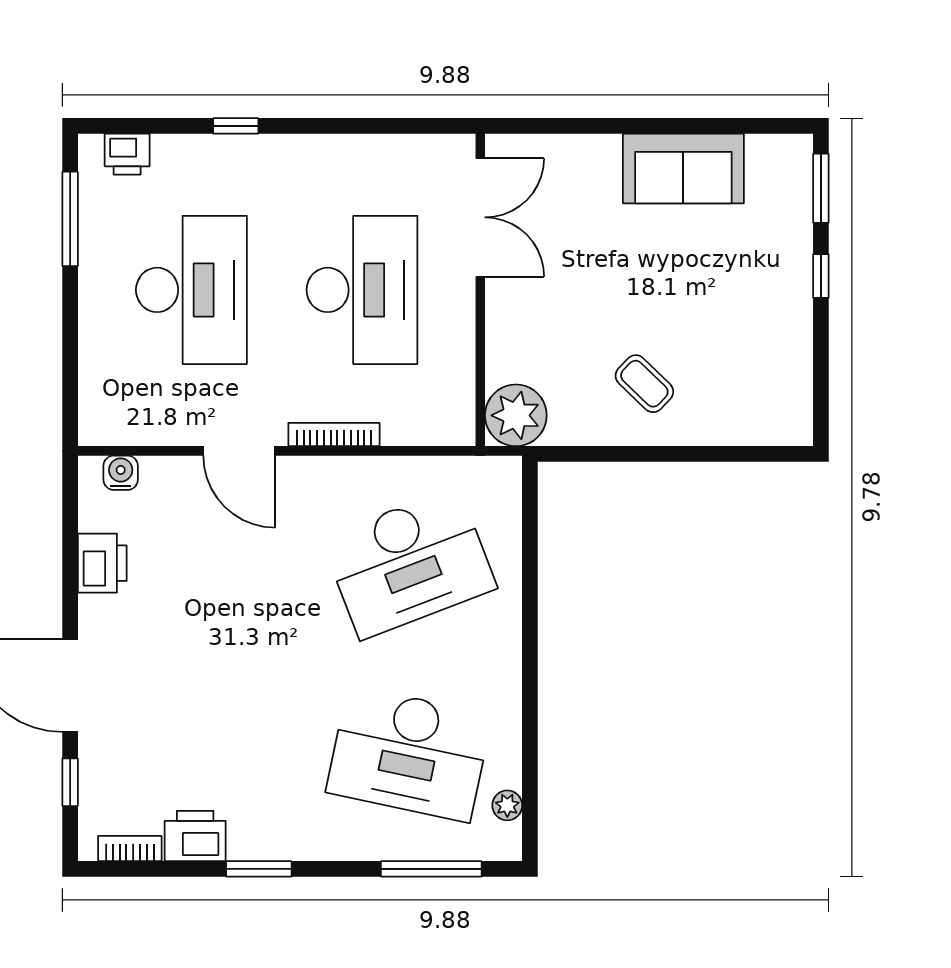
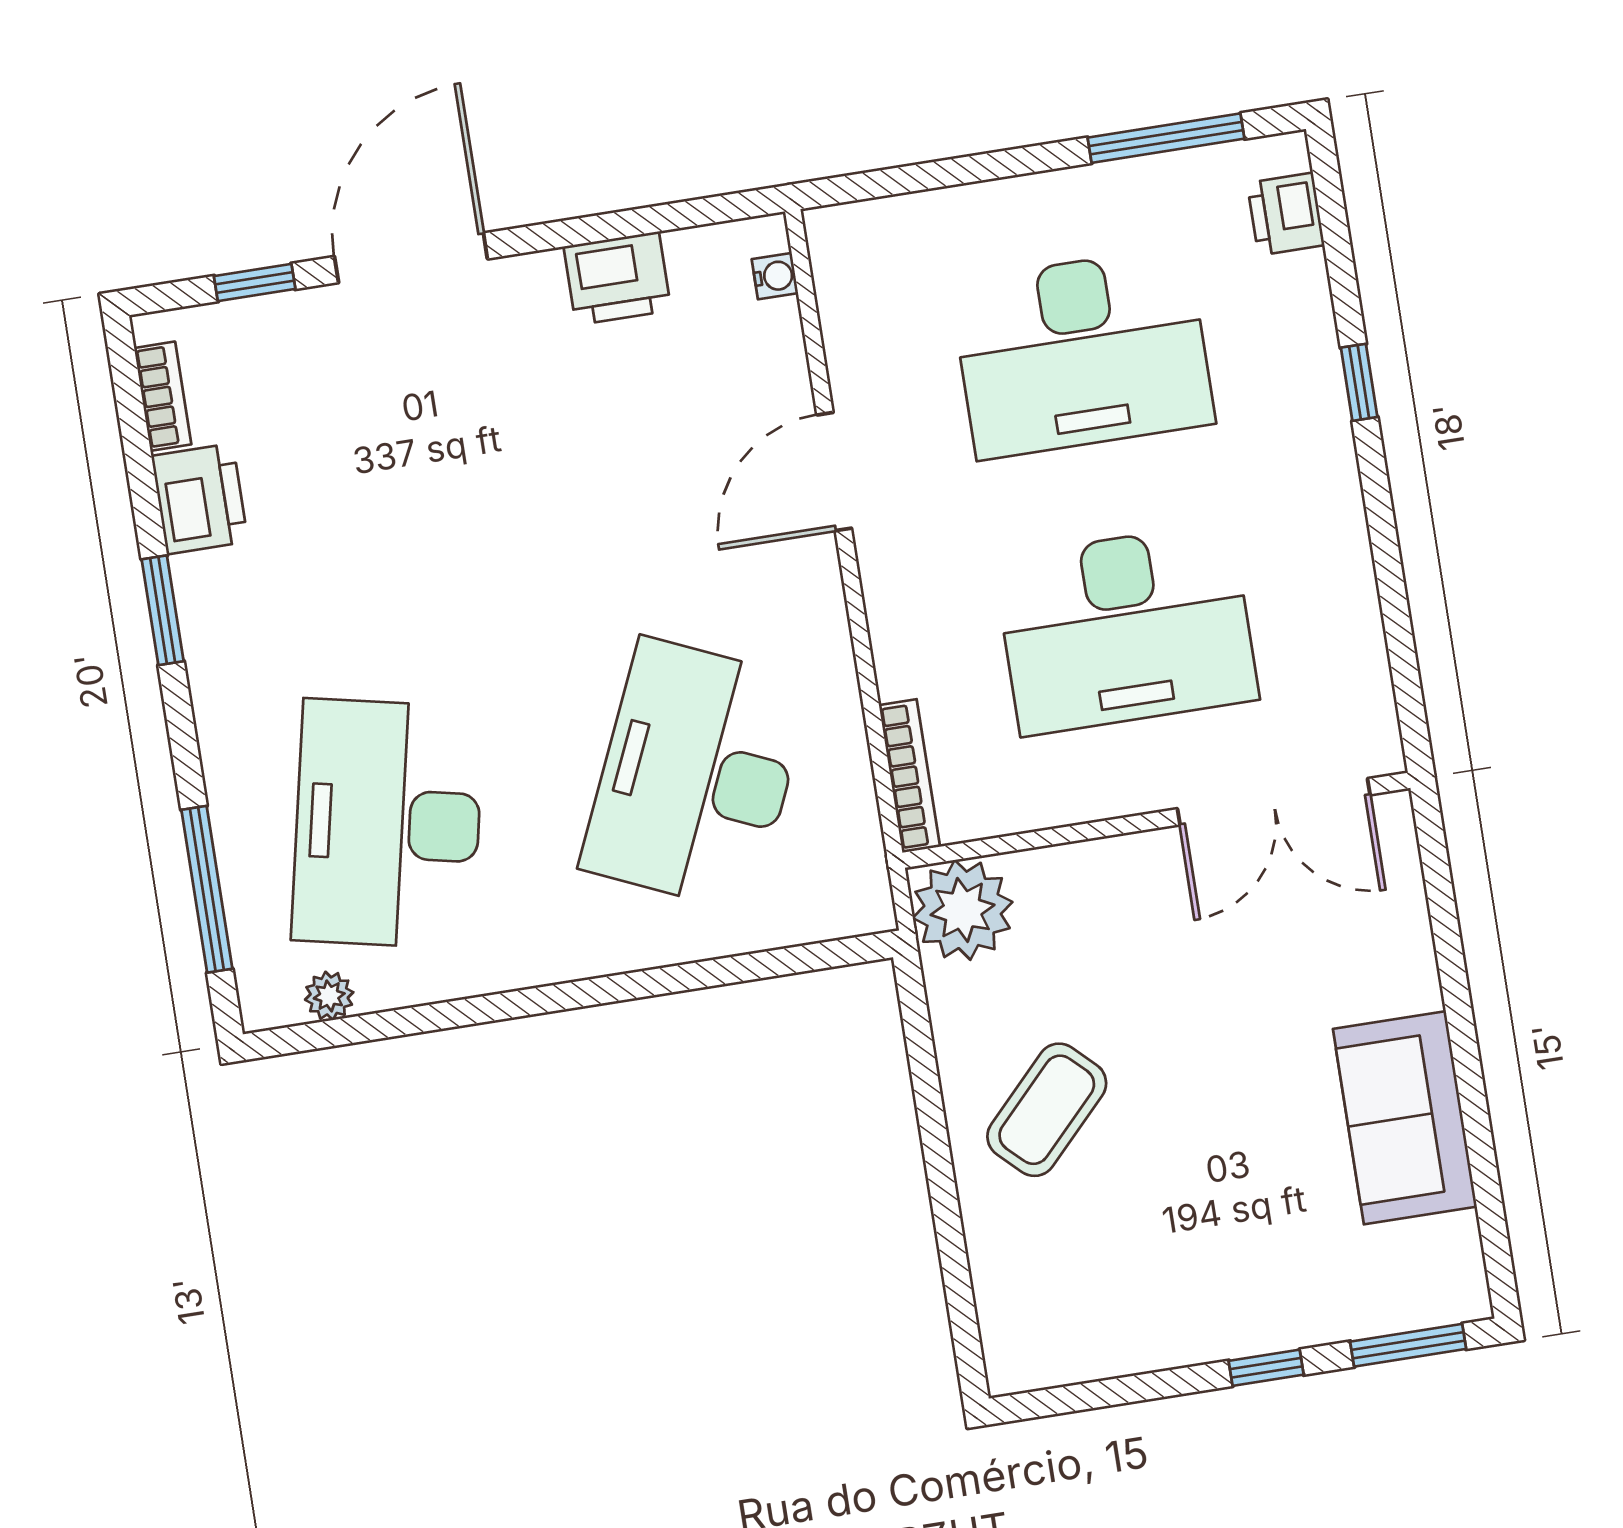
coffee table: (644, 384) -> (1047, 1110), width x1.36, depth x1.30
bookcase: (334, 435) -> (909, 776), moved
water cooler: (121, 473) -> (775, 276), width x0.72, depth x0.72
desk: (409, 563) -> (696, 775), turned 45

